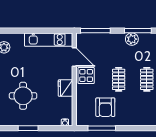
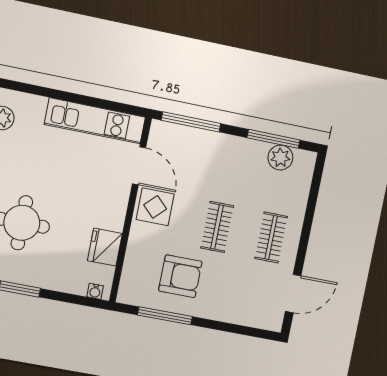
plant: (132, 39) -> (280, 158), moved
fridge: (65, 88) -> (105, 247), moved
armchair: (105, 107) -> (180, 276), turned -90

